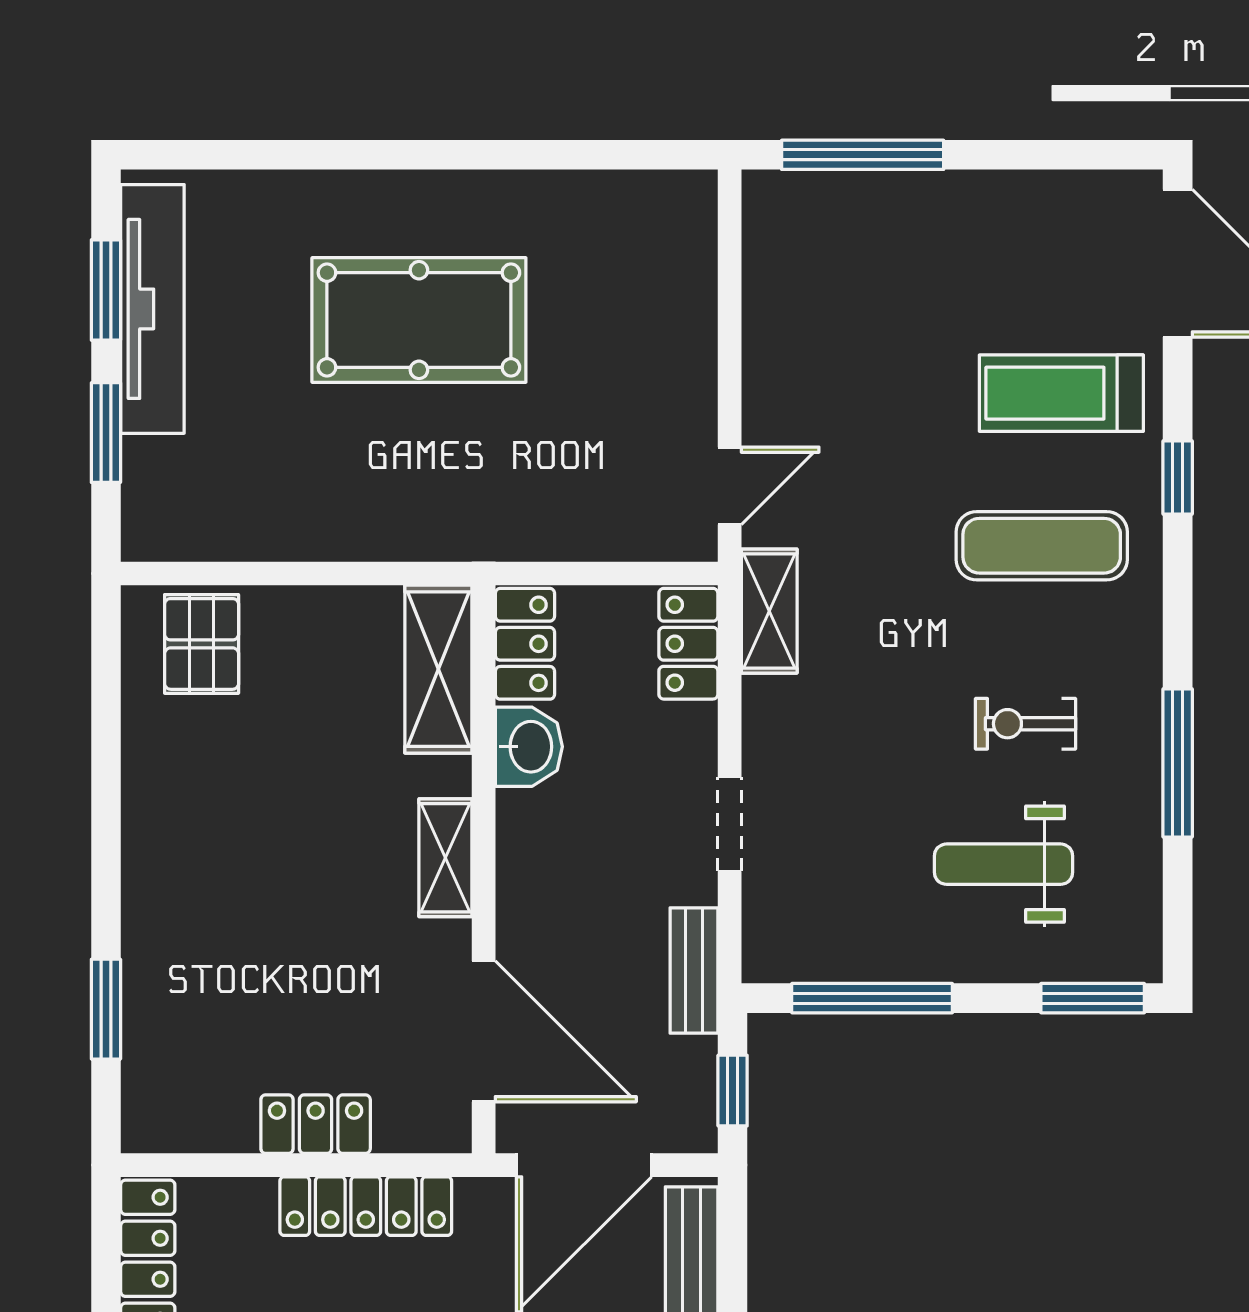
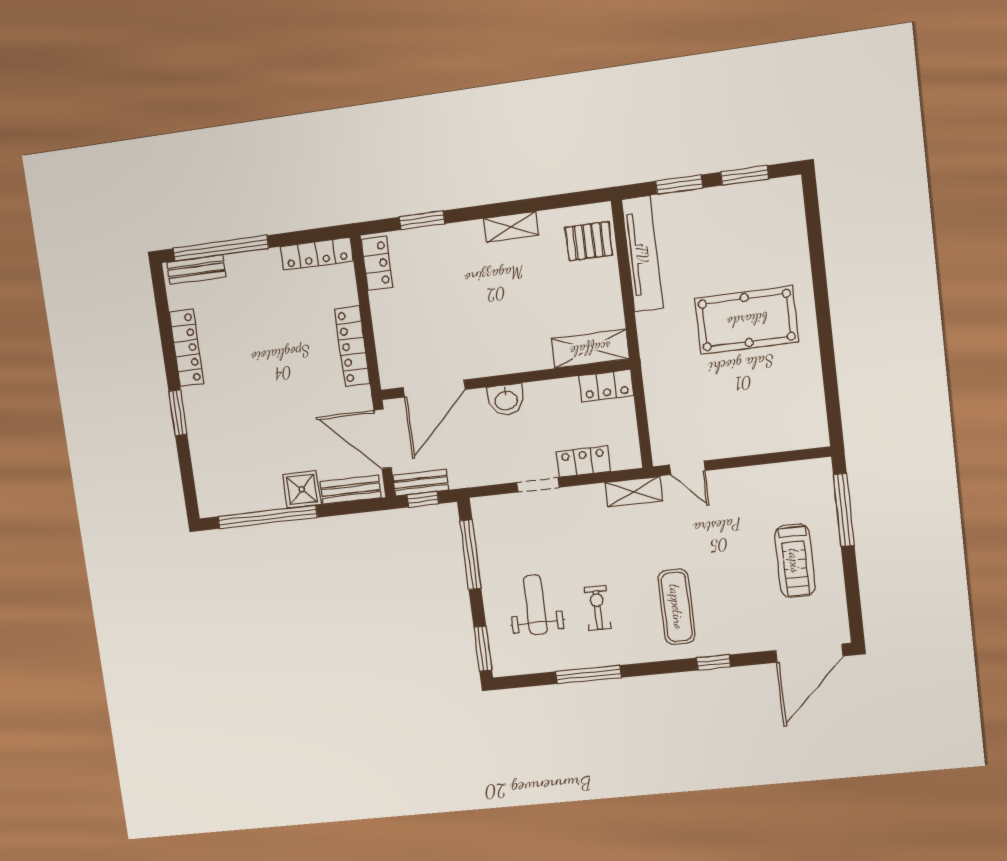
tv unit: (152, 309) -> (642, 254), moved, turned -90
pool table: (419, 320) -> (747, 320), turned 90
treadmill: (1061, 393) -> (795, 561), moved, turned 180
locker: (688, 644) -> (583, 461), moved
washbasin: (529, 747) -> (506, 400), moved
shelving: (445, 858) -> (511, 227), moved
bench: (694, 971) -> (421, 483), moved
locker: (316, 1124) -> (377, 263), moved

